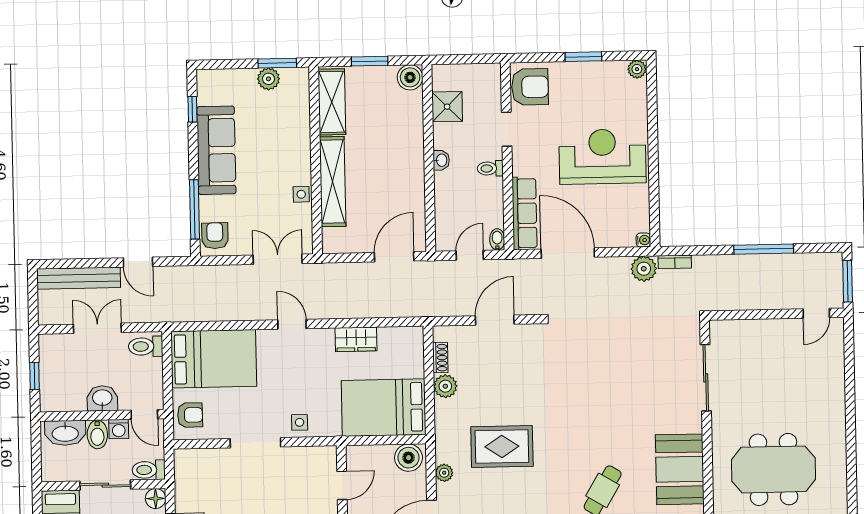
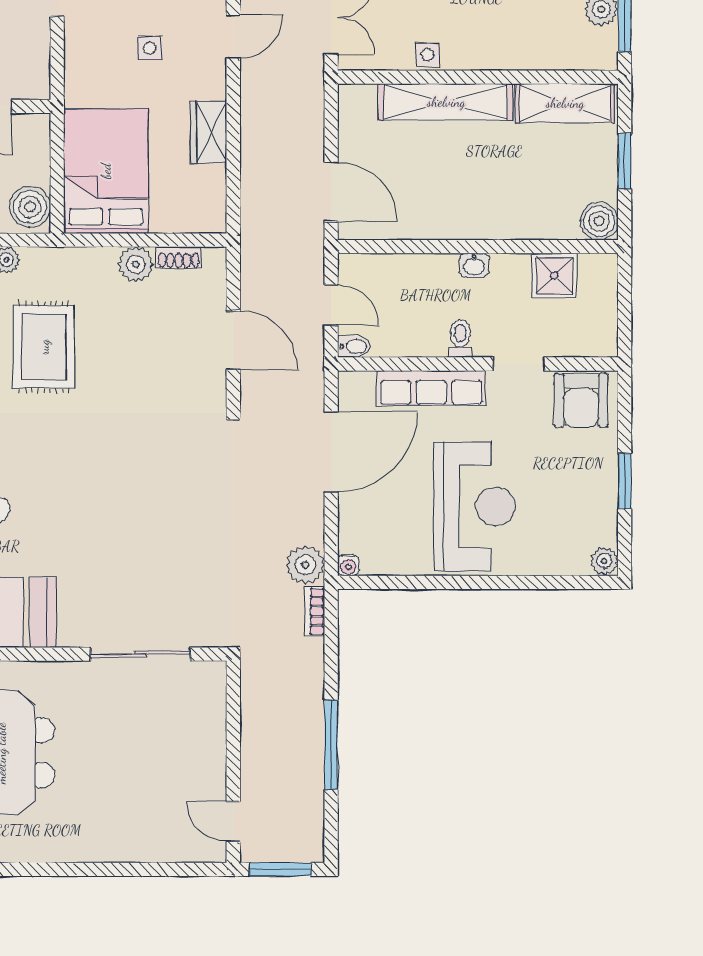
row of seats: (525, 213) -> (431, 388), moved
side table: (300, 422) -> (150, 48), moved

